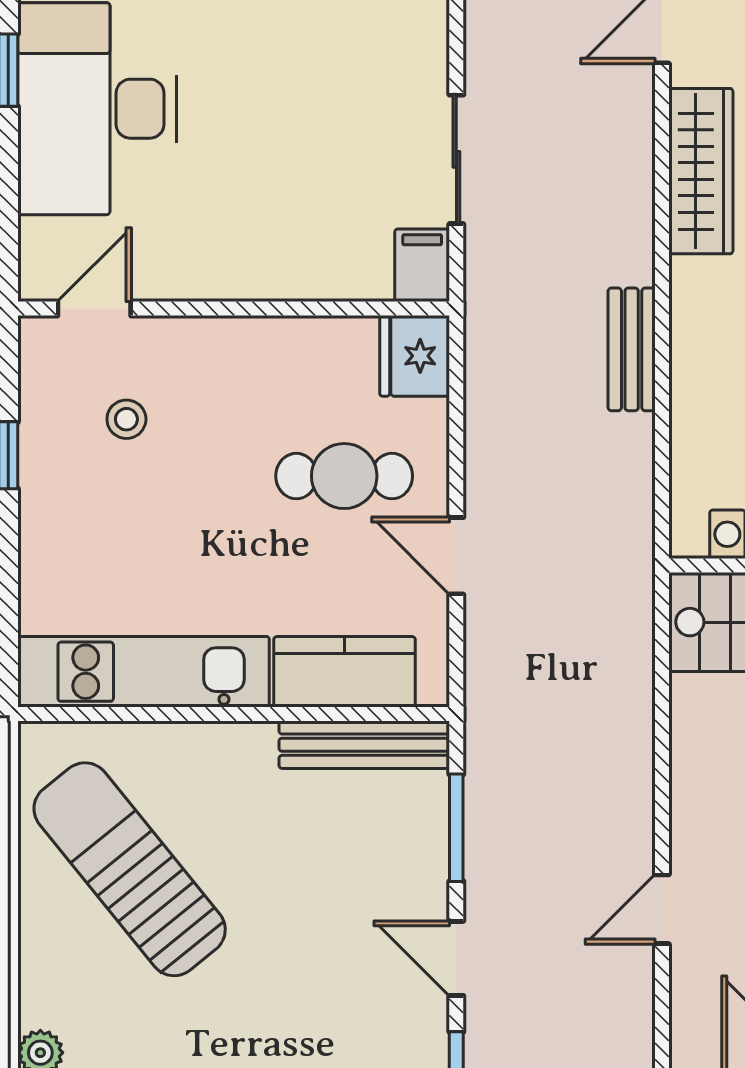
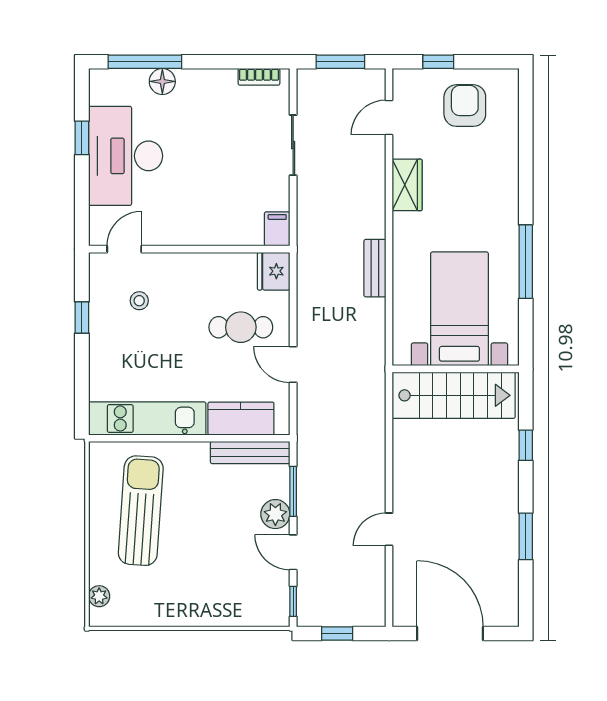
sliding door: (456, 159) -> (293, 145), moved
wardrobe: (701, 171) -> (407, 185), width x0.67
sun lounger: (130, 869) -> (141, 511), turned 43
plant: (418, 877) -> (275, 514), added

